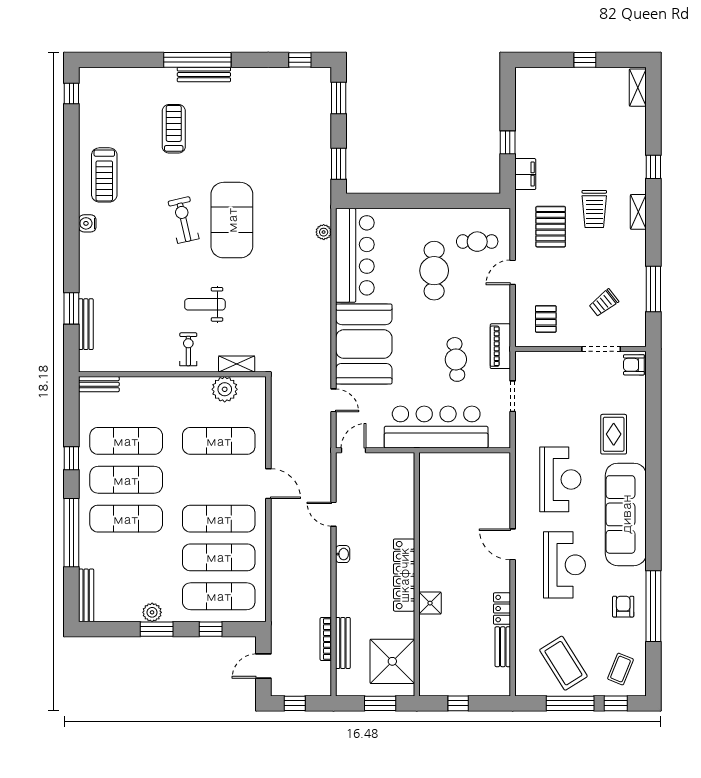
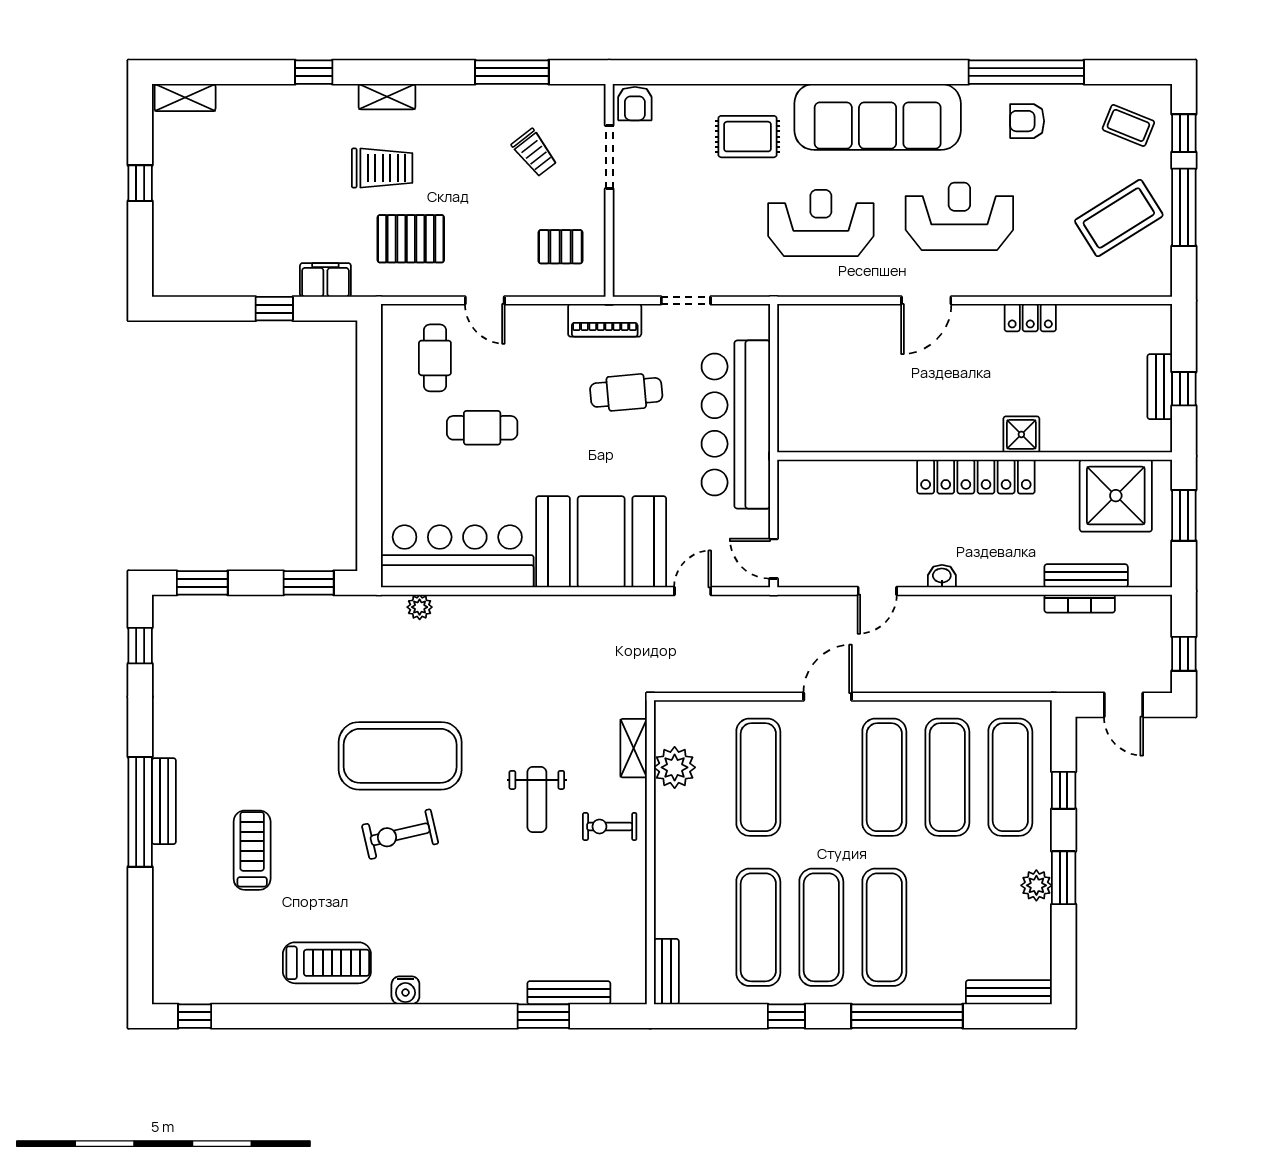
treadmill: (174, 129) -> (252, 850), turned 90
cafe table: (434, 271) -> (482, 428), width x0.73, depth x0.74
bench: (503, 647) -> (1160, 387), moved, turned 90

